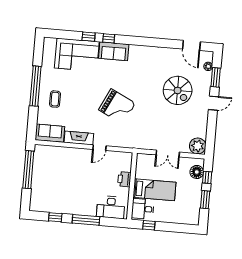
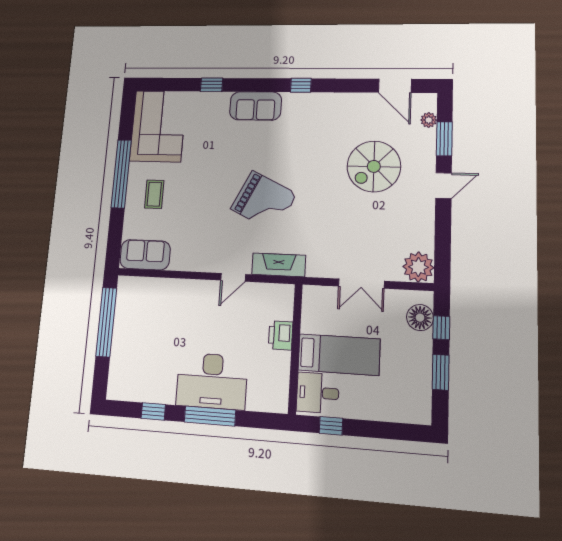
window: (109, 38) -> (301, 85), moved
corner sofa: (77, 55) -> (158, 126), moved, turned -90
spiral stairs: (178, 90) -> (374, 166), turned 90
fireplace: (79, 138) -> (279, 265), moved
desk: (111, 207) -> (212, 381), moved, width x1.36, depth x1.30

